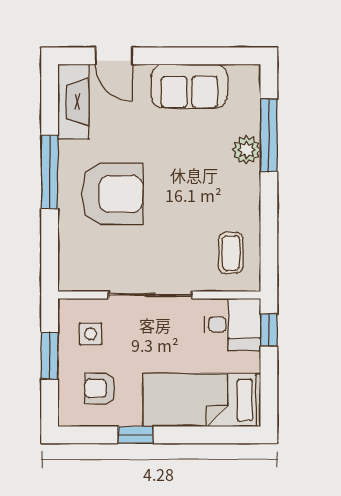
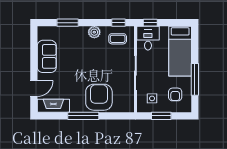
window: (269, 135) -> (68, 23), width x0.69
plant: (246, 150) -> (94, 32), moved
armchair: (112, 194) -> (99, 97), moved
window: (269, 255) -> (118, 23), added
window: (135, 435) -> (195, 79), width x2.17

